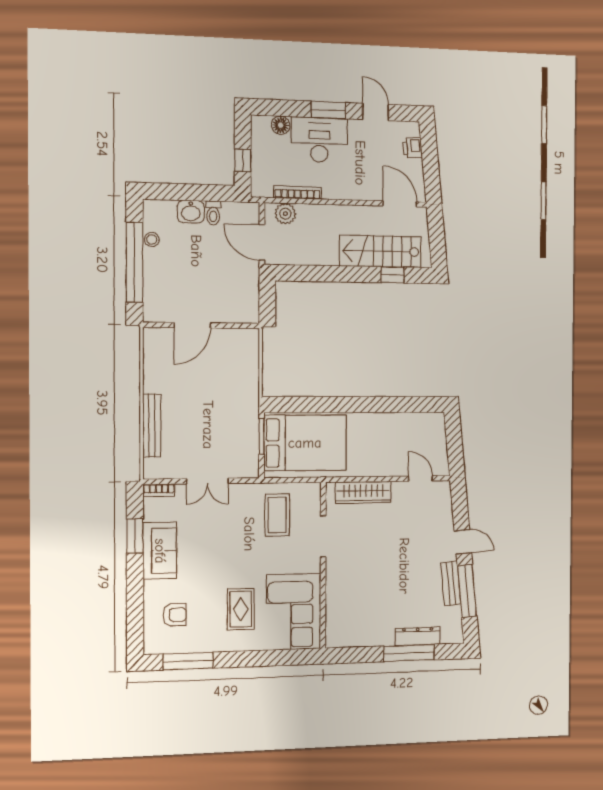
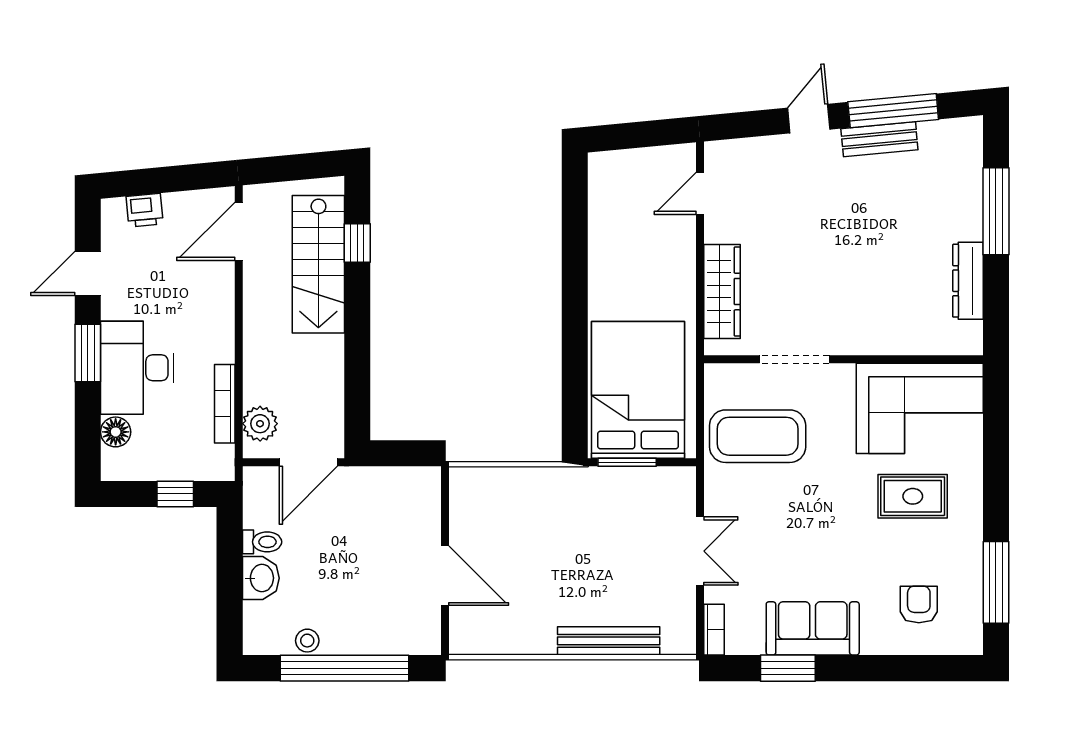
coffee table: (277, 515) -> (758, 436), width x1.36, depth x1.32
dresser: (418, 636) -> (968, 281), moved

